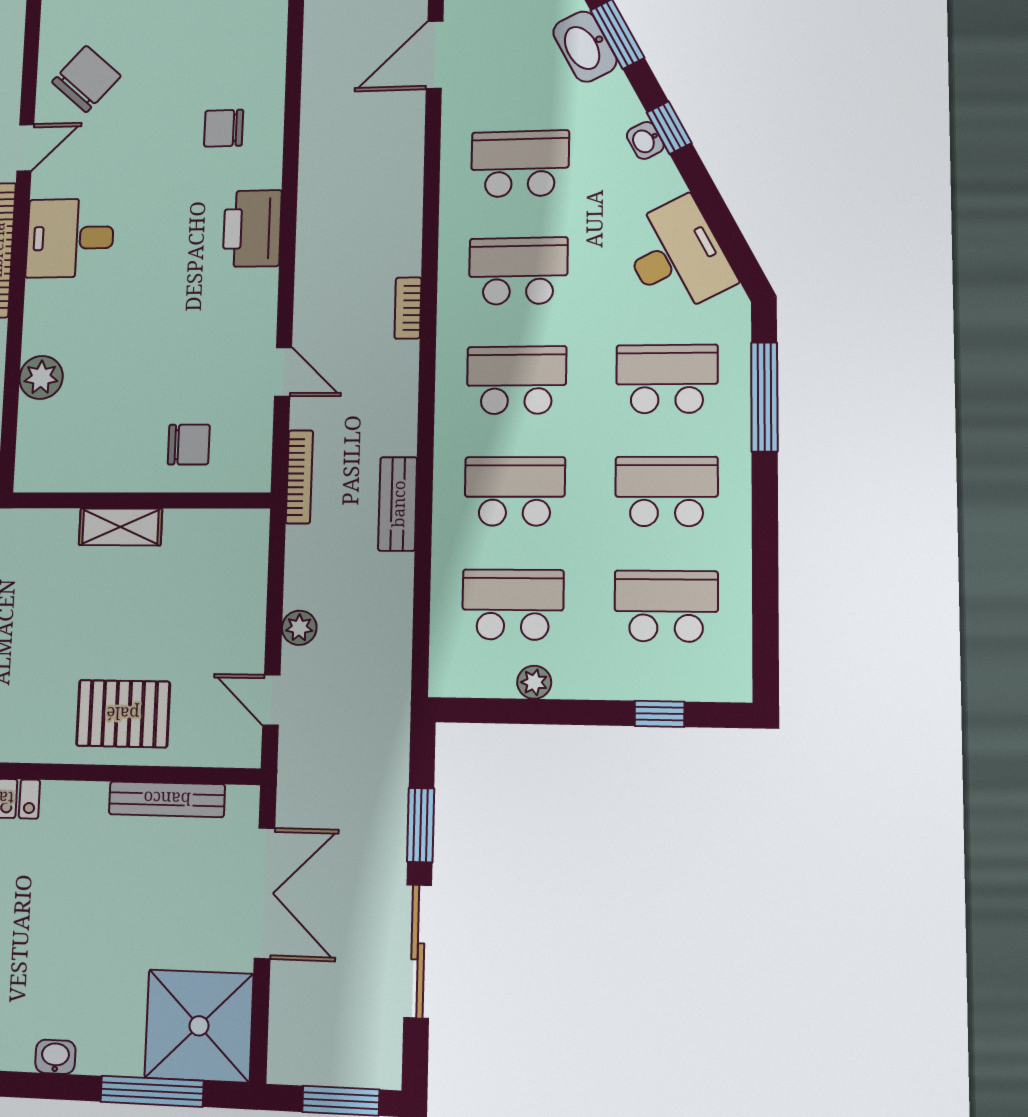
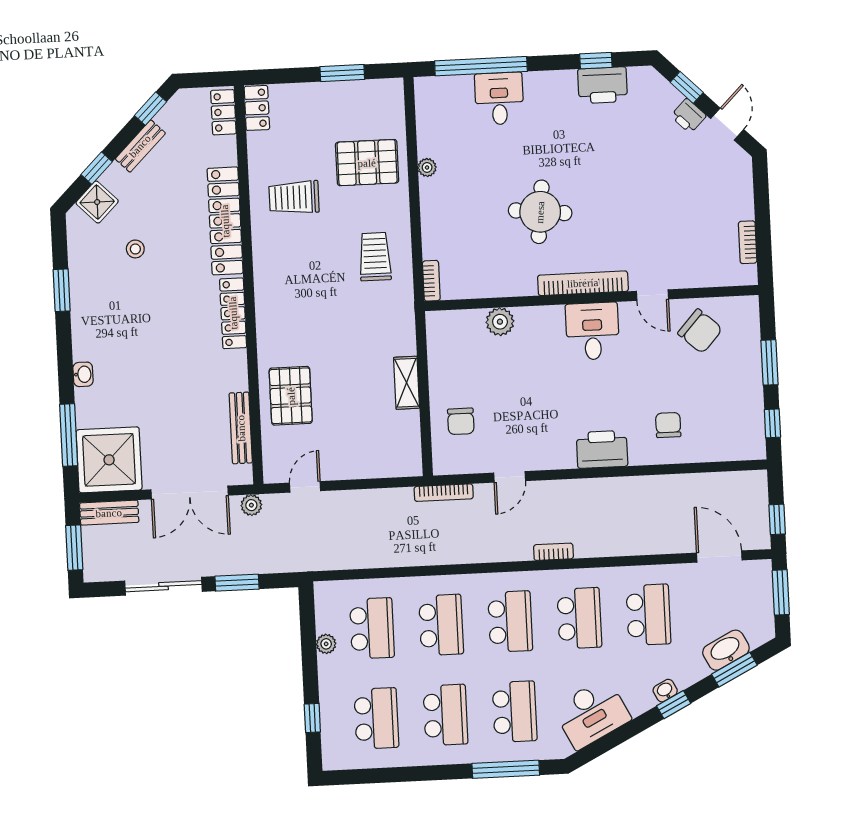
bench: (398, 504) -> (109, 513), moved
plant: (299, 628) -> (251, 505), moved

